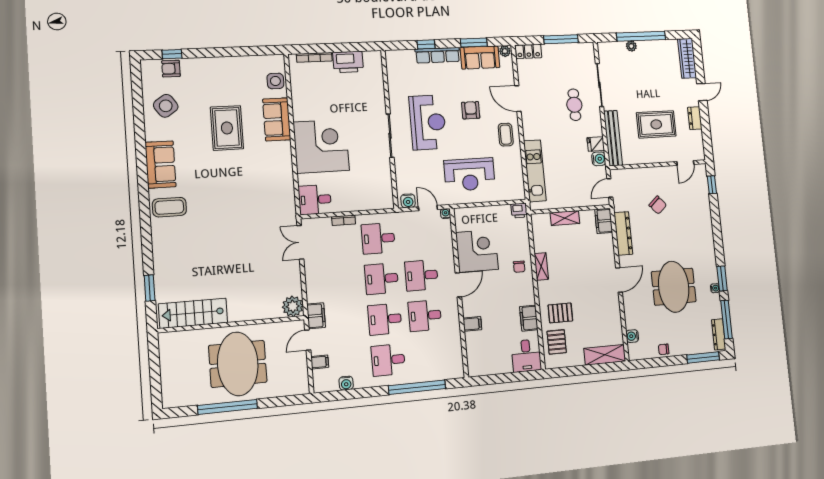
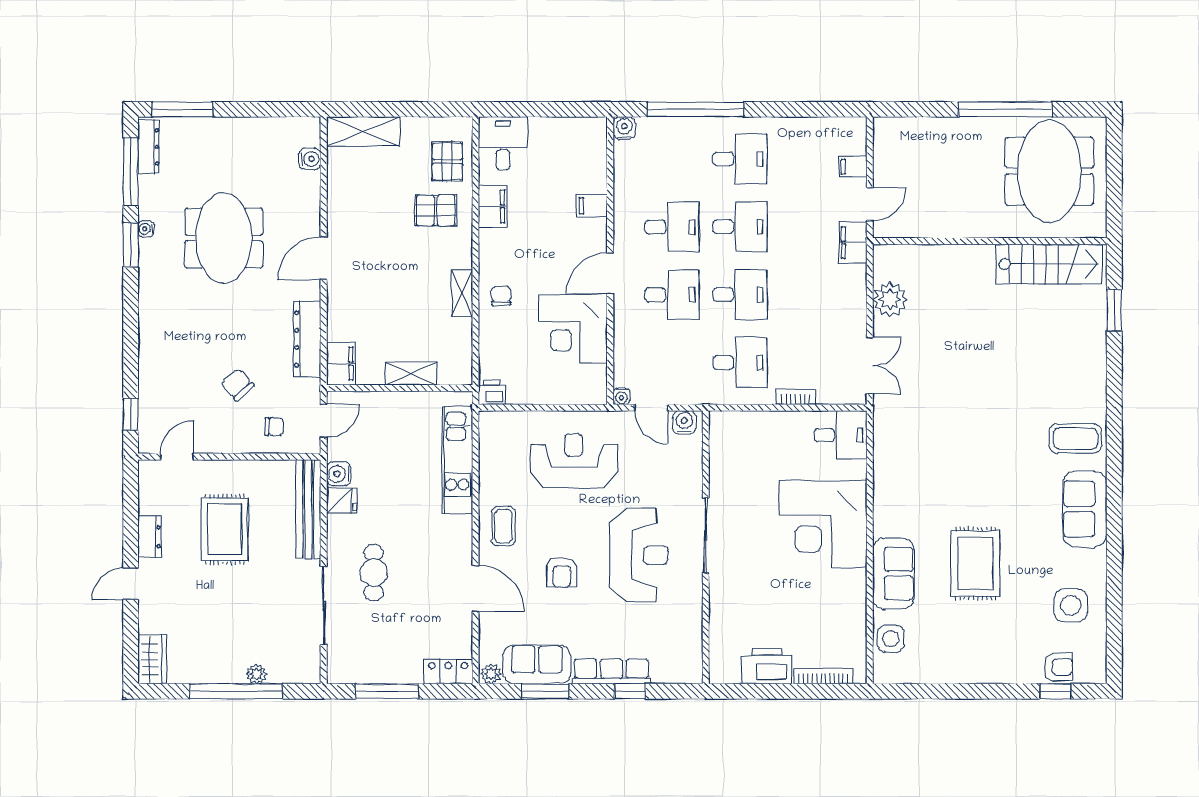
wardrobe: (687, 58) -> (152, 660), width x0.67
side table: (166, 106) -> (1071, 605), turned 35
reception desk: (428, 122) -> (639, 555), turned 180
rug: (656, 124) -> (225, 529), turned 90
plant: (293, 306) -> (890, 299), moved
chair: (664, 349) -> (274, 427), moved
meeting table: (238, 364) -> (1049, 171), moved
water cooler: (346, 383) -> (624, 128), moved

